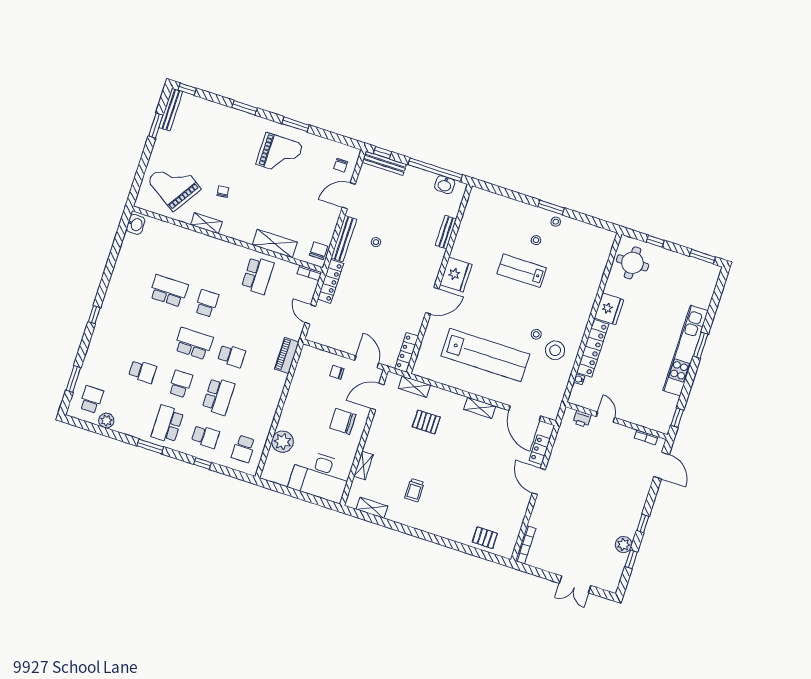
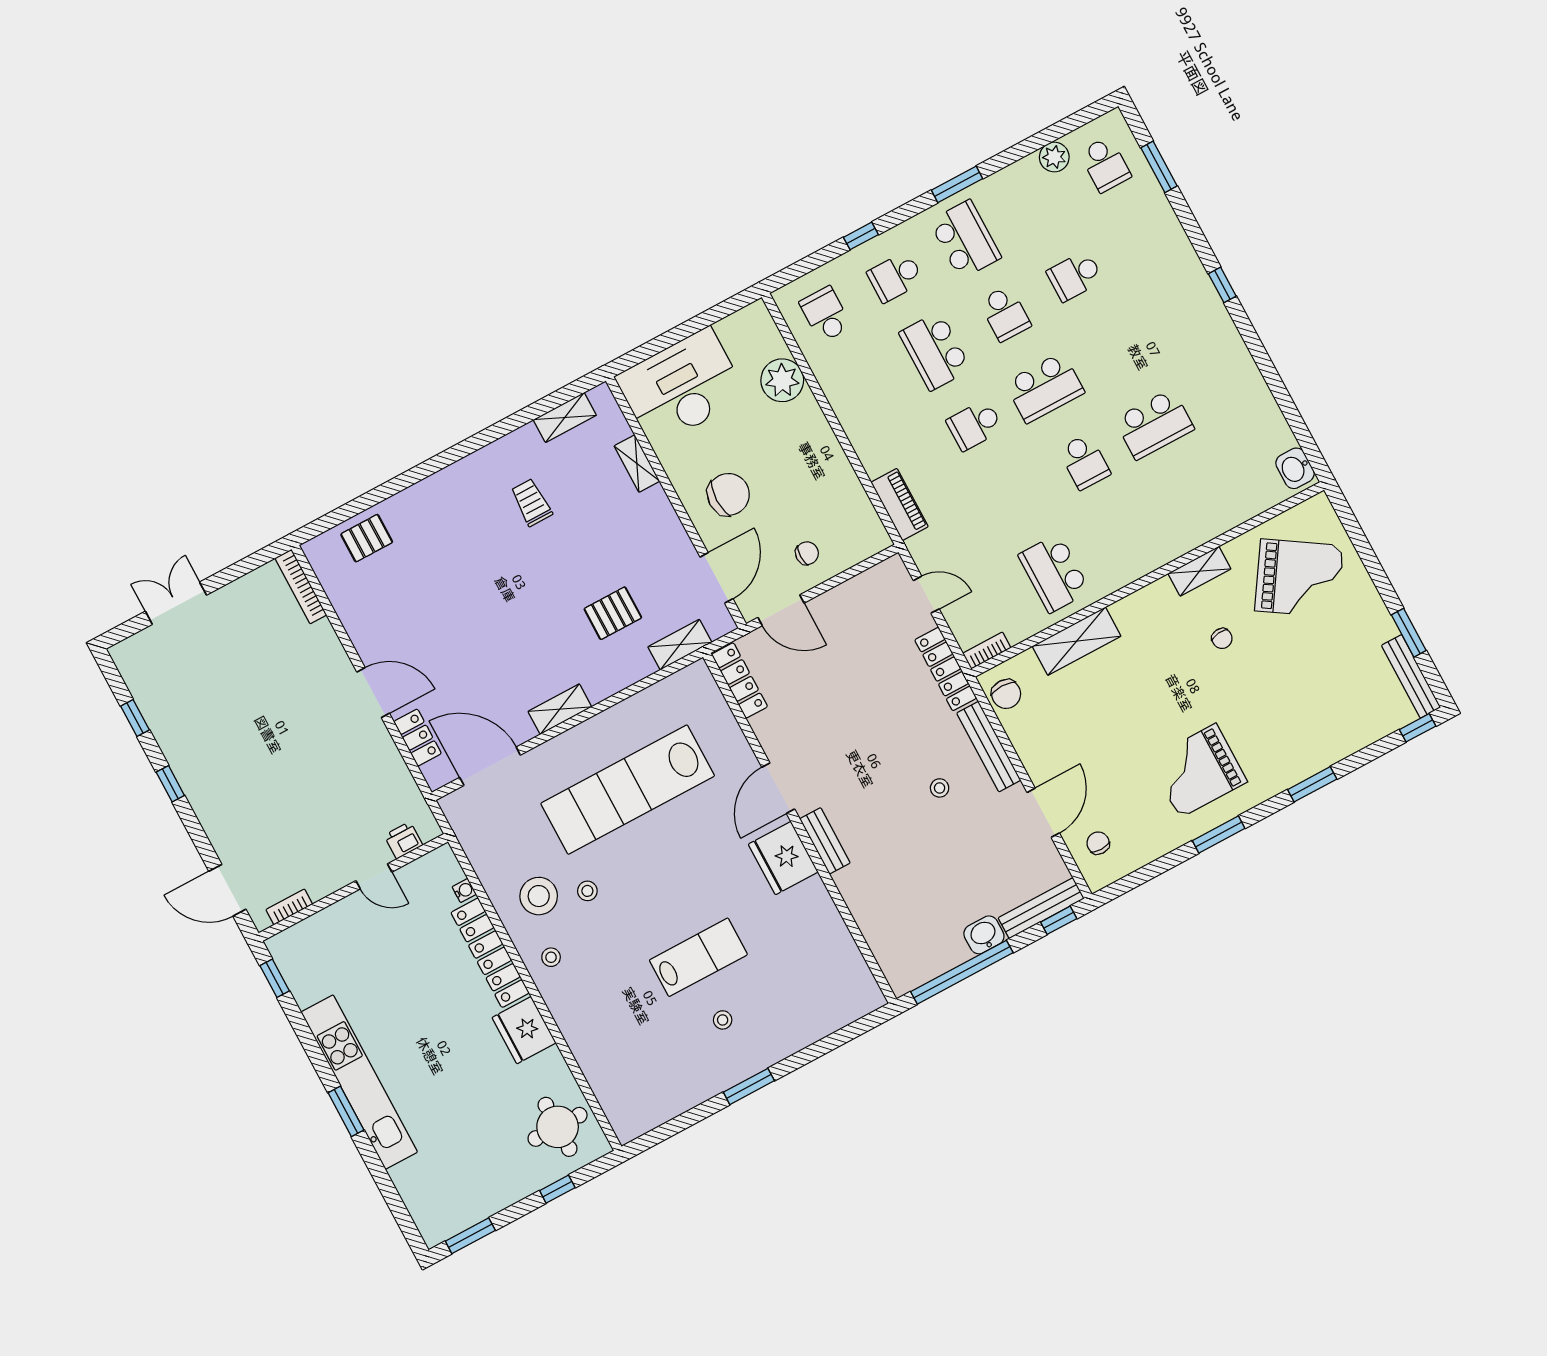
washbasin: (445, 185) -> (984, 935), moved
stool: (556, 222) -> (551, 957), moved
bench: (446, 232) -> (825, 841), moved
plant: (624, 545) -> (166, 727), removed

